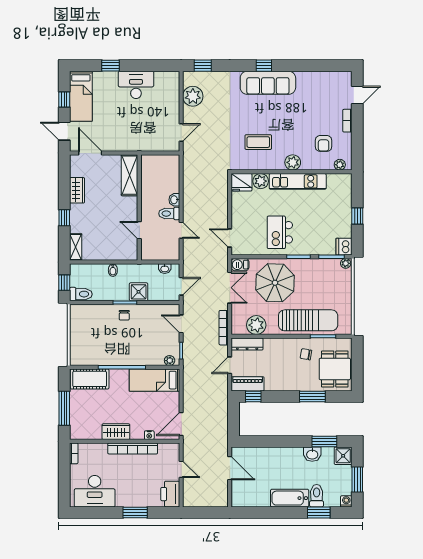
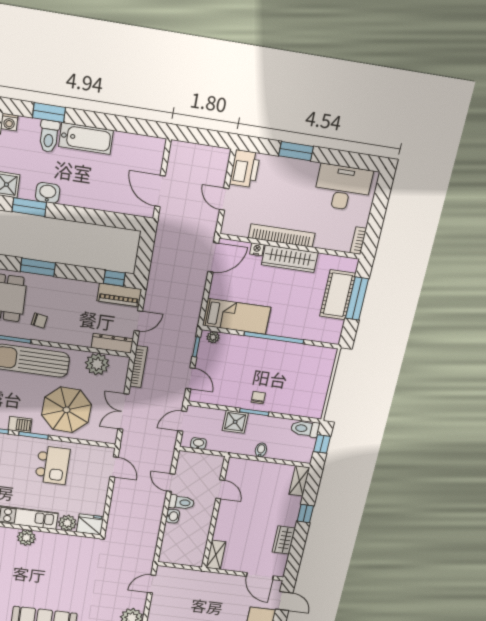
coffee table: (258, 142) -> (64, 563), removed
shelving: (130, 175) -> (216, 555), width x0.67, depth x0.75
barbecue: (240, 265) -> (20, 425), moved
cot: (90, 379) -> (338, 295), moved, turned 90
wardrobe: (116, 432) -> (290, 259), width x1.50

